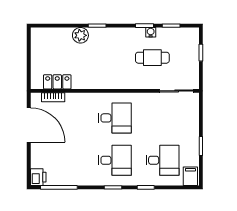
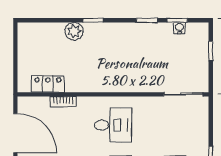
water cooler: (151, 32) -> (179, 28), moved
cafe table: (152, 58) -> (156, 57), removed
bookcase: (53, 97) -> (63, 102), moved

